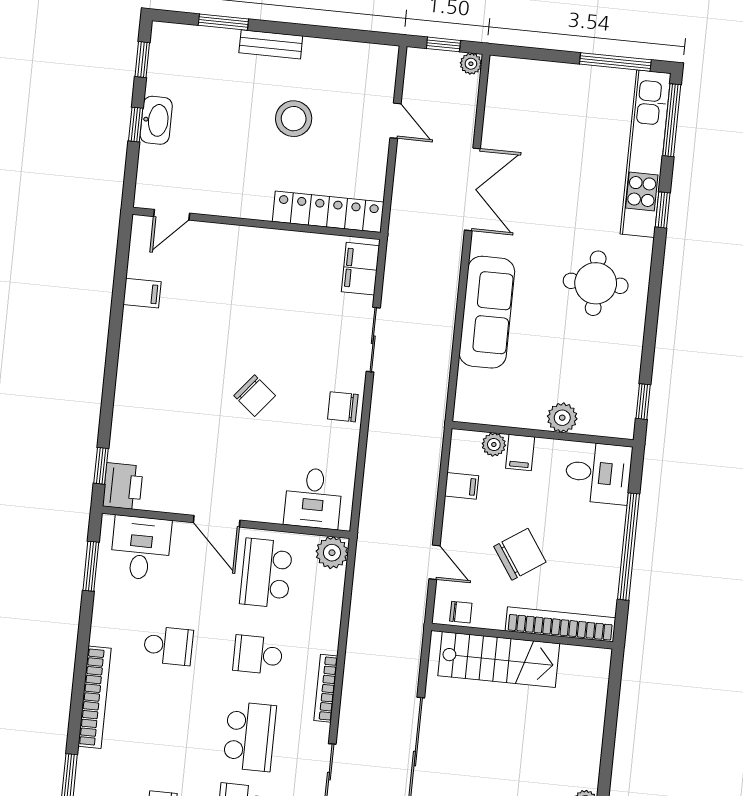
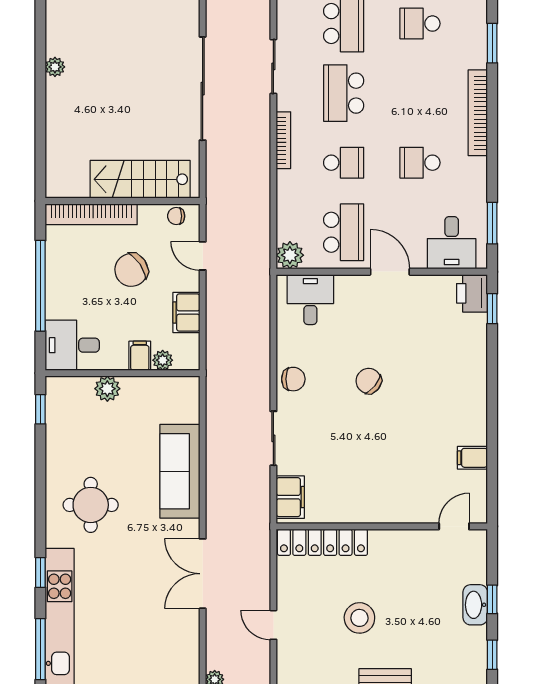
filing cabinet: (462, 486) -> (186, 313), width x2.00

